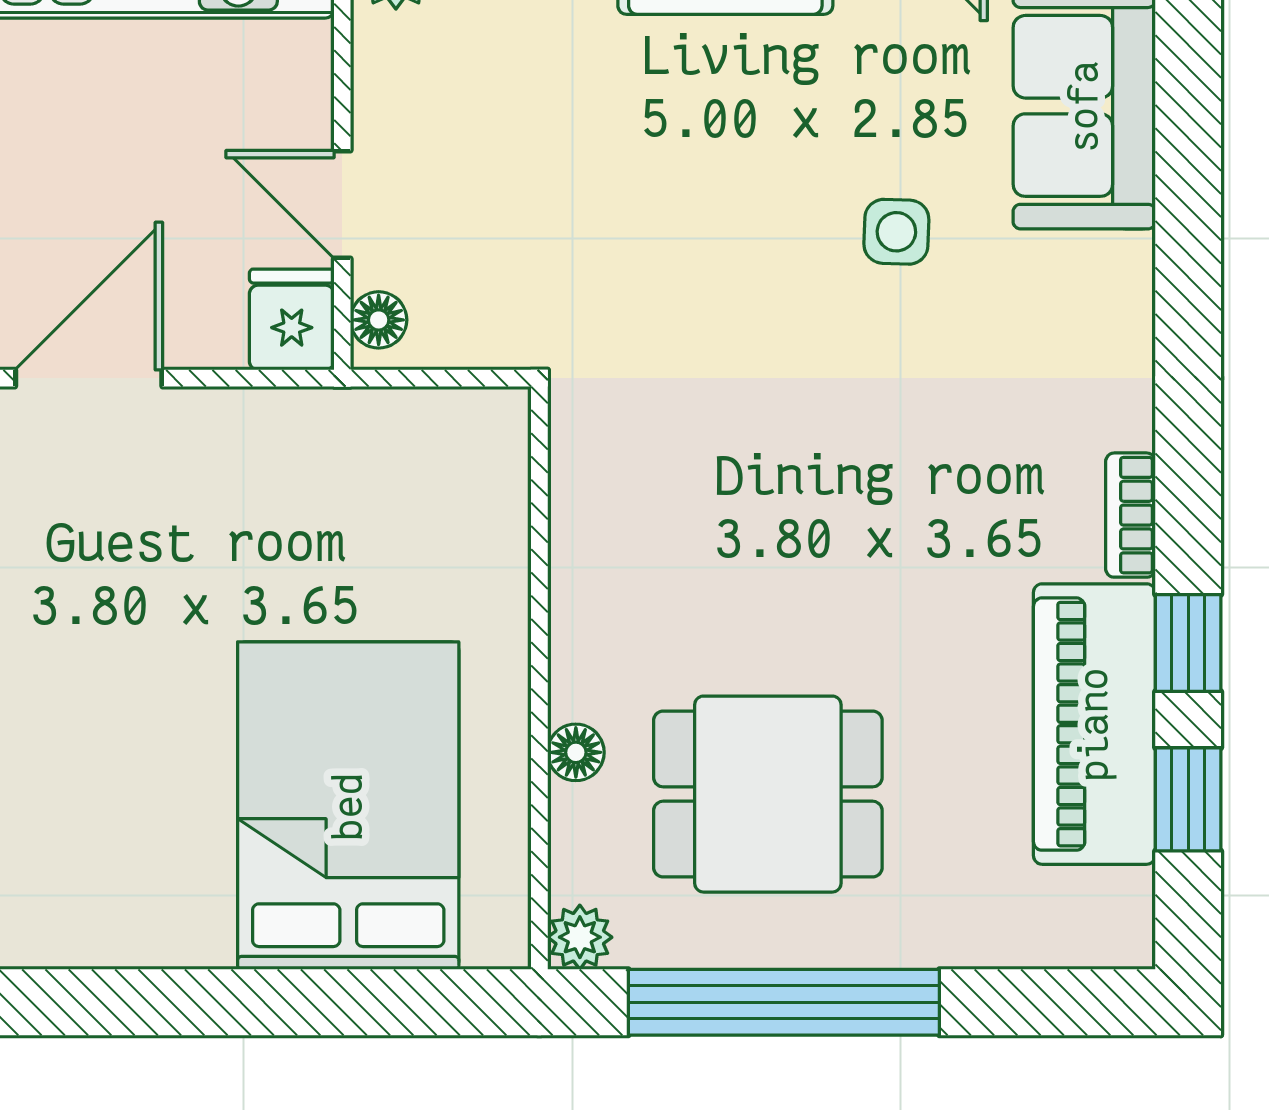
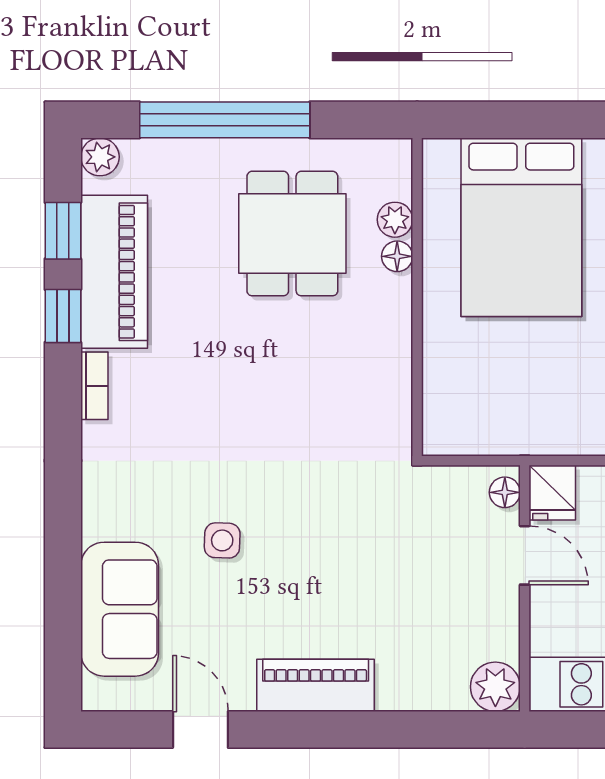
dining table: (768, 794) -> (292, 234), turned 90
plant: (1120, 935) -> (100, 157), added
plant: (580, 937) -> (395, 220), moved
window: (784, 1002) -> (225, 120), moved

